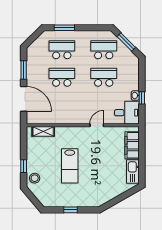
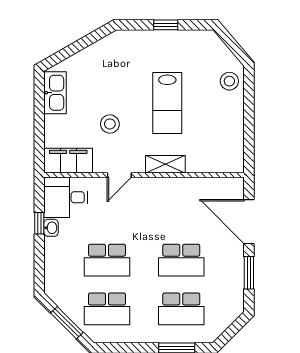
shelving: (43, 131) -> (165, 164), moved
filing cabinet: (132, 145) -> (68, 161), moved, turned -90
stool: (102, 154) -> (110, 124), added
window: (24, 166) -> (249, 102), removed
lab bench: (70, 166) -> (167, 103), turned 180

